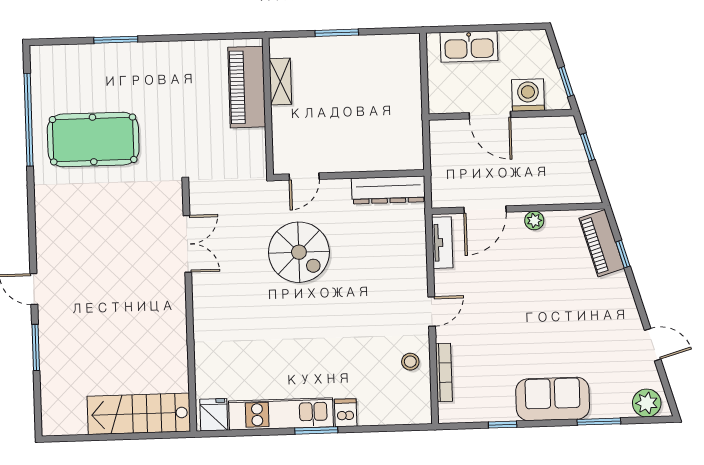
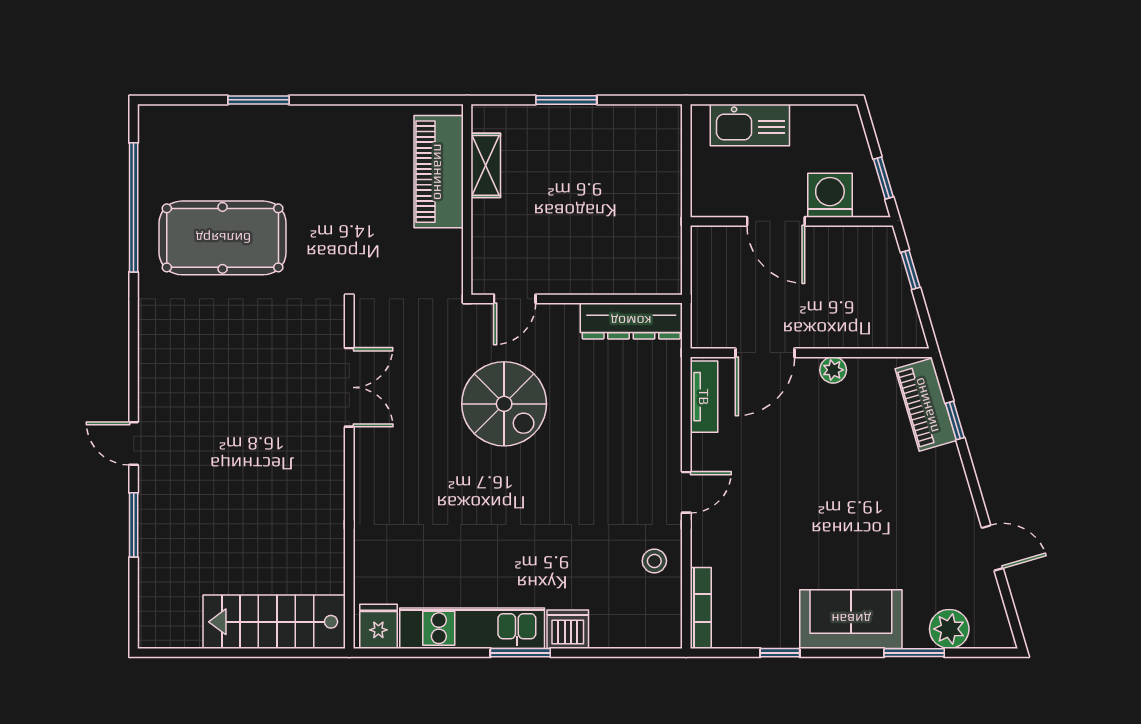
bookcase: (444, 372) -> (701, 608), moved
plant: (647, 403) -> (949, 629), moved
dishwasher: (346, 413) -> (568, 629), width x1.38

